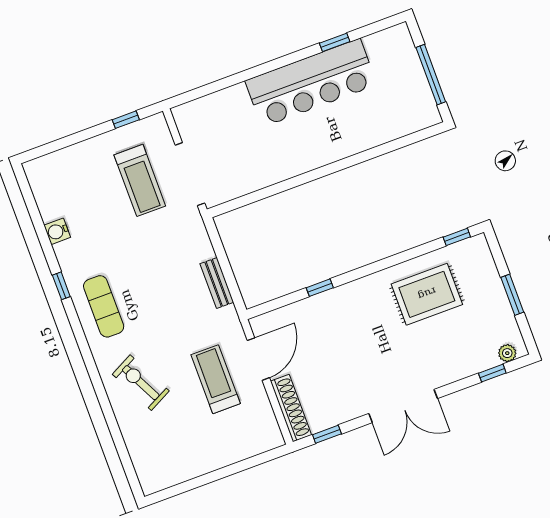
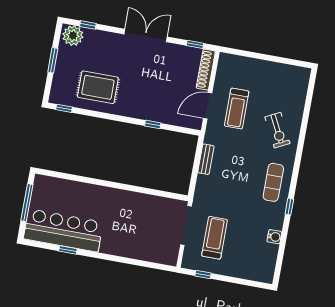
bar counter: (311, 83) -> (63, 230), moved
plant: (507, 353) -> (73, 36), width x1.87, depth x1.87

